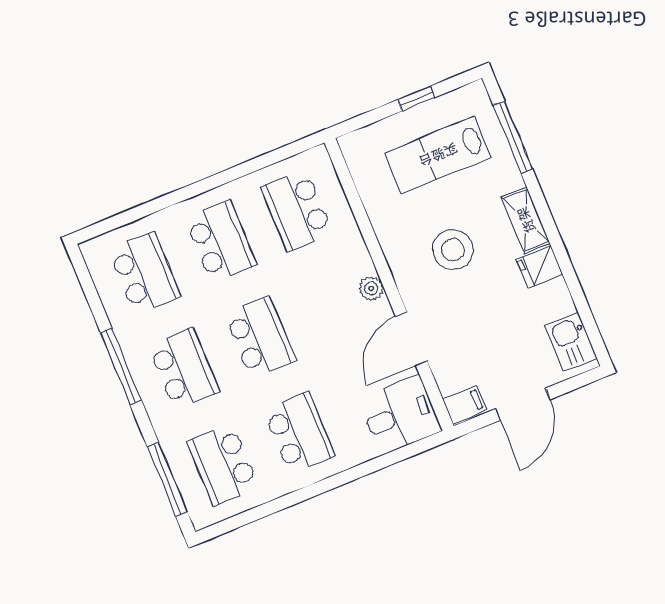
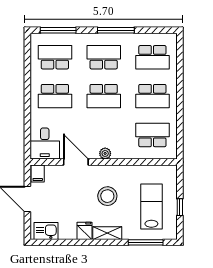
school desk: (184, 369) -> (104, 57), turned 180

